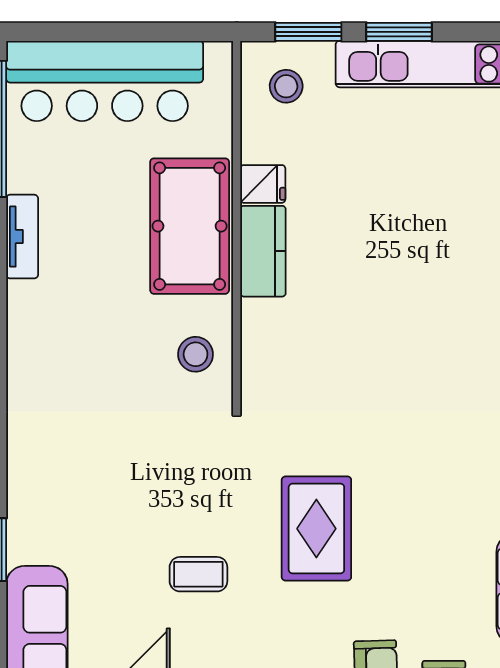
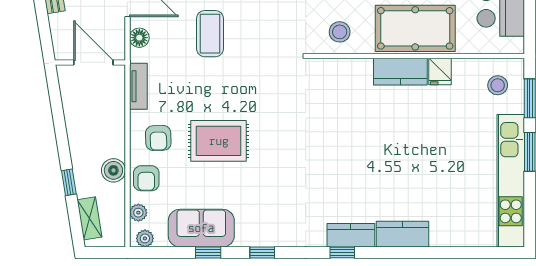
rug: (316, 529) -> (219, 141), moved
coffee table: (198, 574) -> (210, 34), width x1.36, depth x1.30

